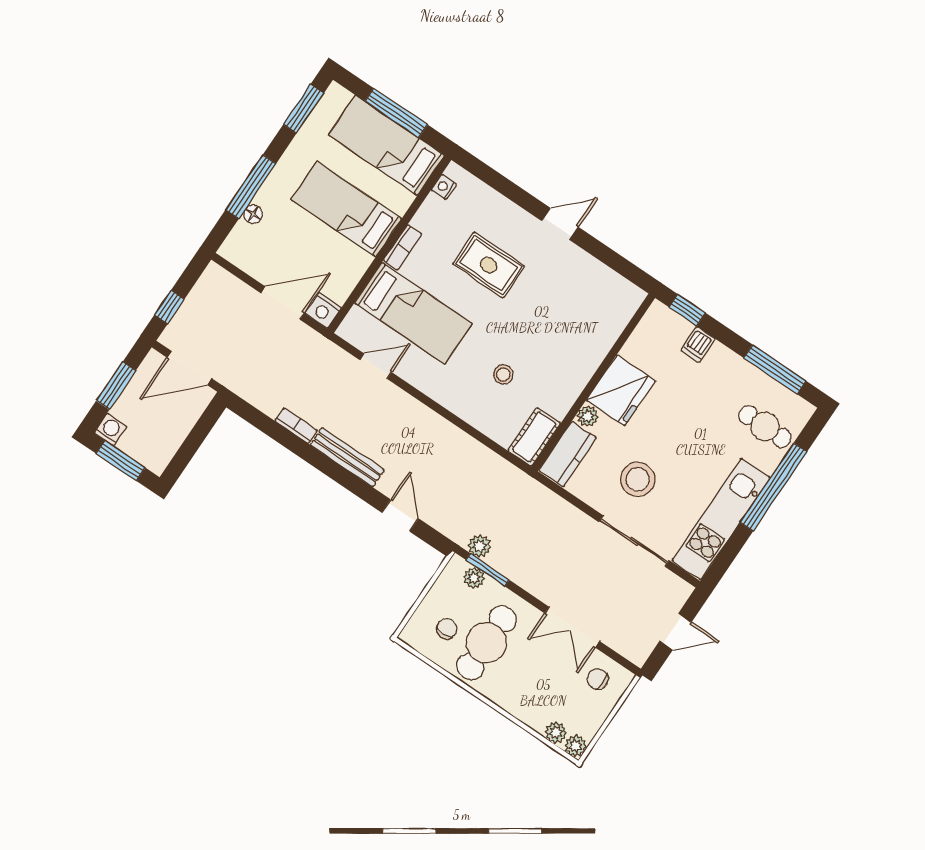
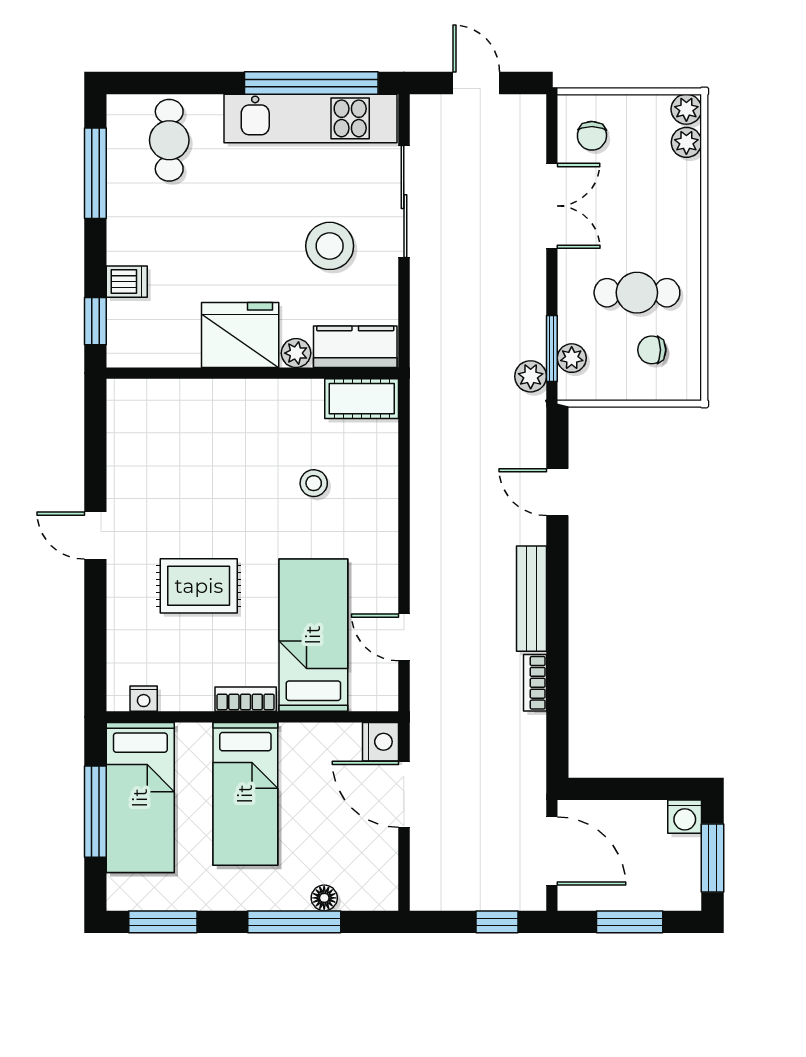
rug: (489, 265) -> (199, 586), turned 90
washing machine: (110, 430) -> (685, 817), moved, turned -90
window: (773, 487) -> (311, 83), moved
door: (400, 515) -> (557, 492), hinge flipped
cafe table: (486, 643) -> (637, 293), width x0.73, depth x0.74

